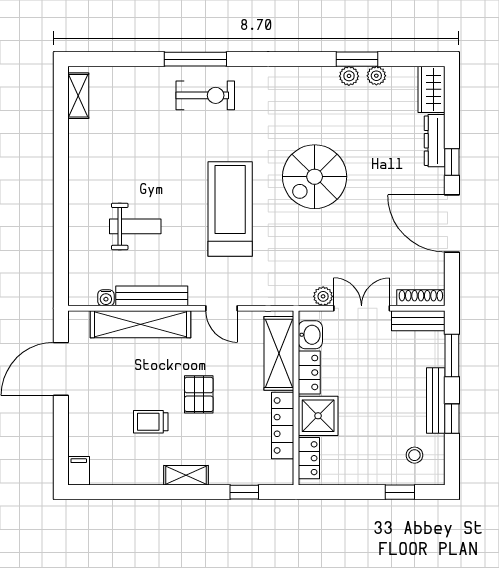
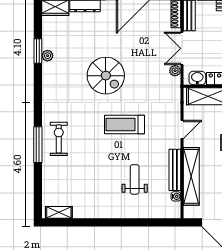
plant: (376, 76) -> (47, 40), removed
treadmill: (230, 209) -> (124, 124), width x0.73, depth x0.73

